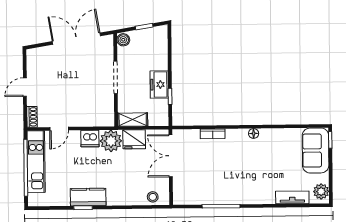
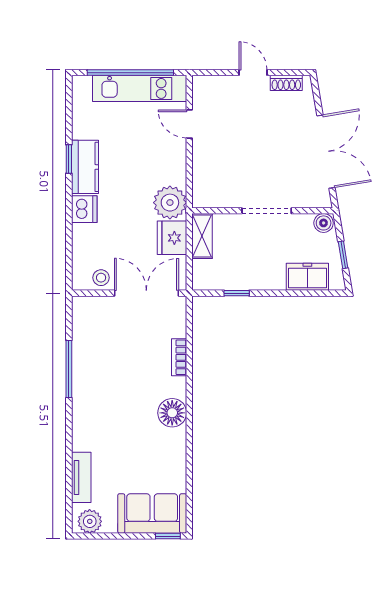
freezer: (159, 85) -> (307, 277), moved
shoe rack: (32, 117) -> (286, 83), moved
floor lamp: (254, 133) -> (172, 413), width x1.89, depth x1.89
dishwasher: (90, 139) -> (84, 209), moved, turned 180
stool: (153, 197) -> (101, 278), moved

